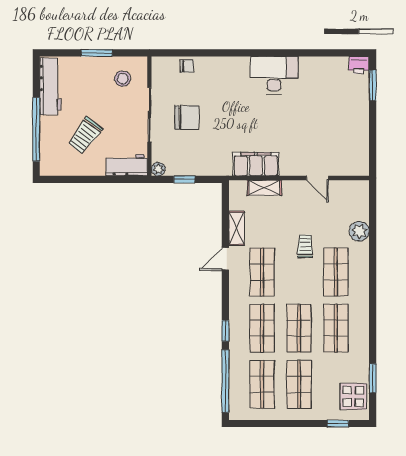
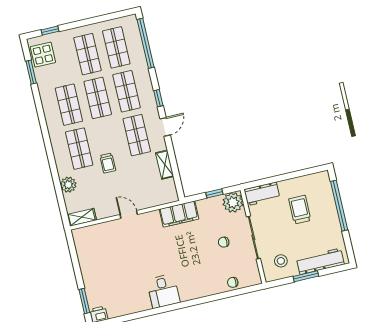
desk: (274, 75) -> (163, 291), width x0.73
workbench: (50, 86) -> (320, 261), moved, turned 90
chair: (187, 118) -> (224, 242), width x0.54, depth x0.54
trolley: (85, 136) -> (300, 210), turned -37
filing cabinet: (256, 164) -> (179, 214), moved
plant: (158, 169) -> (233, 202), width x1.88, depth x1.88
door: (317, 178) -> (129, 214), moved
shelving: (264, 188) -> (82, 217), moved
door: (225, 259) -> (165, 127), moved
window: (225, 331) -> (158, 98), moved

